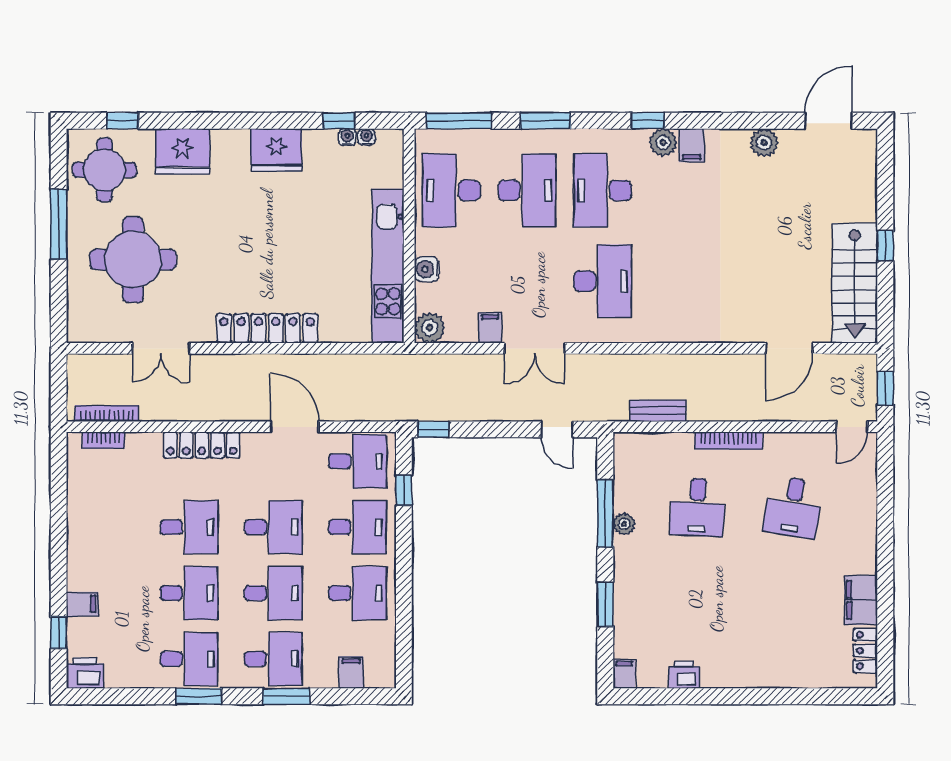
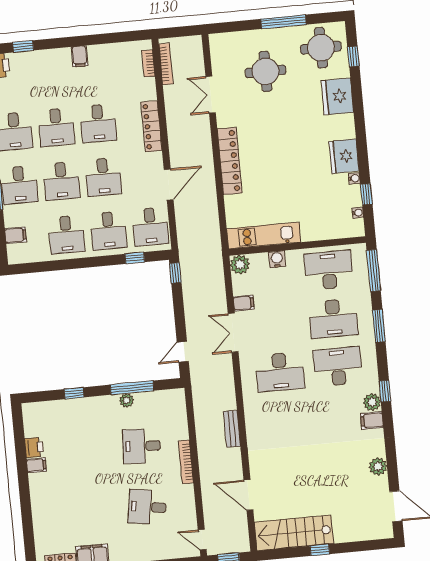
water cooler: (347, 137) -> (354, 178), moved
round table: (133, 260) -> (265, 71), width x0.73, depth x0.73
kitchen unit: (388, 266) -> (264, 235), width x0.73
bench: (658, 411) -> (232, 429), moved
filing cabinet: (82, 604) -> (80, 56), moved
window: (605, 604) -> (74, 393), width x0.67
filing cabinet: (624, 674) -> (36, 465), moved

